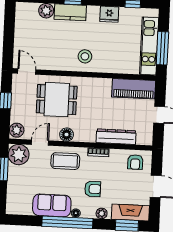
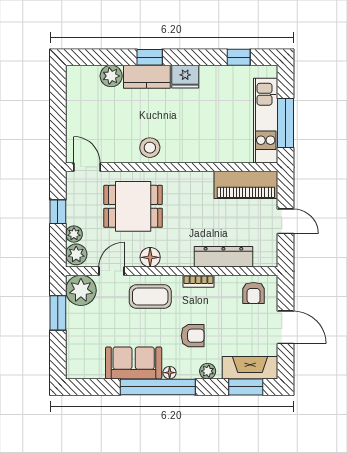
fridge: (109, 14) -> (185, 77), moved
stool: (85, 56) -> (150, 148), moved
plant: (16, 116) -> (74, 234), added

